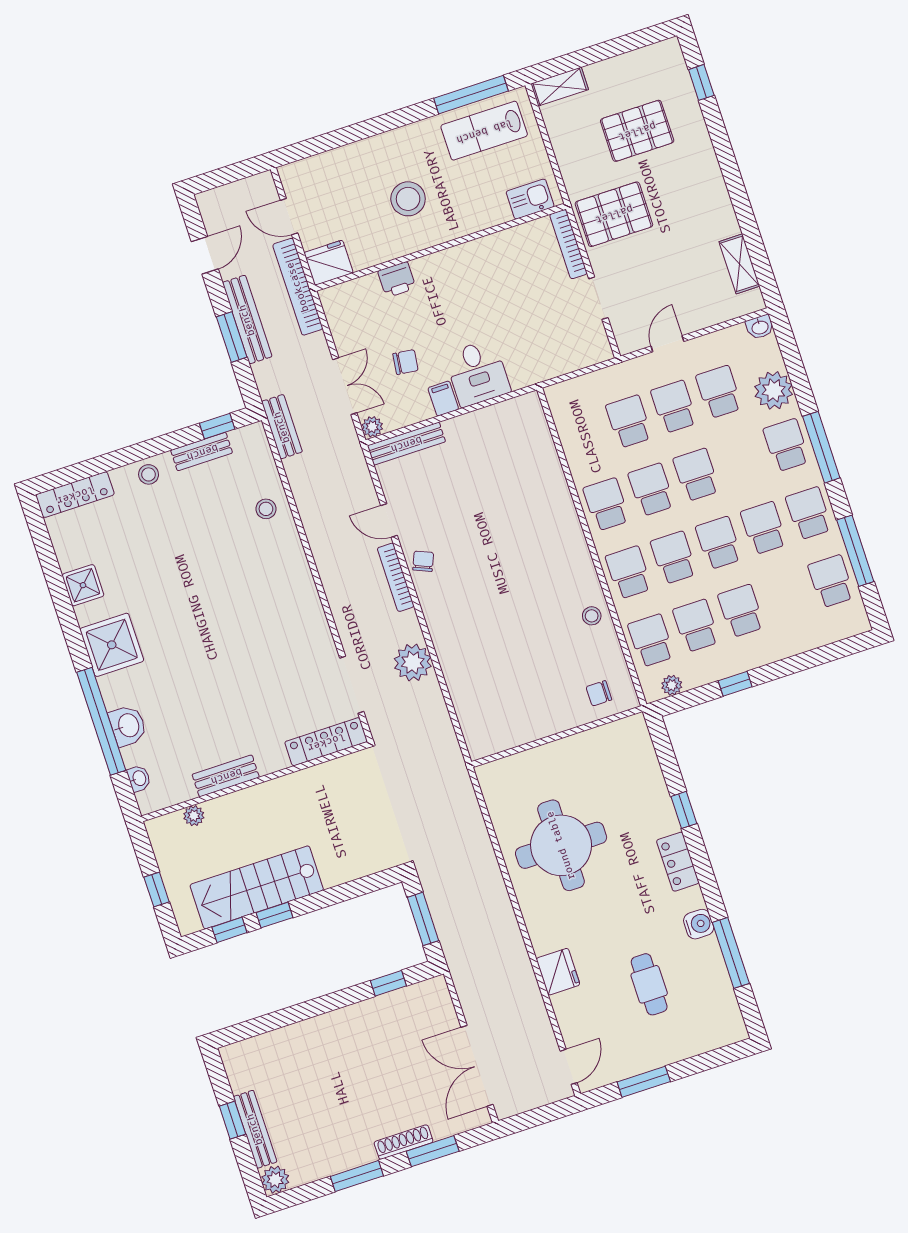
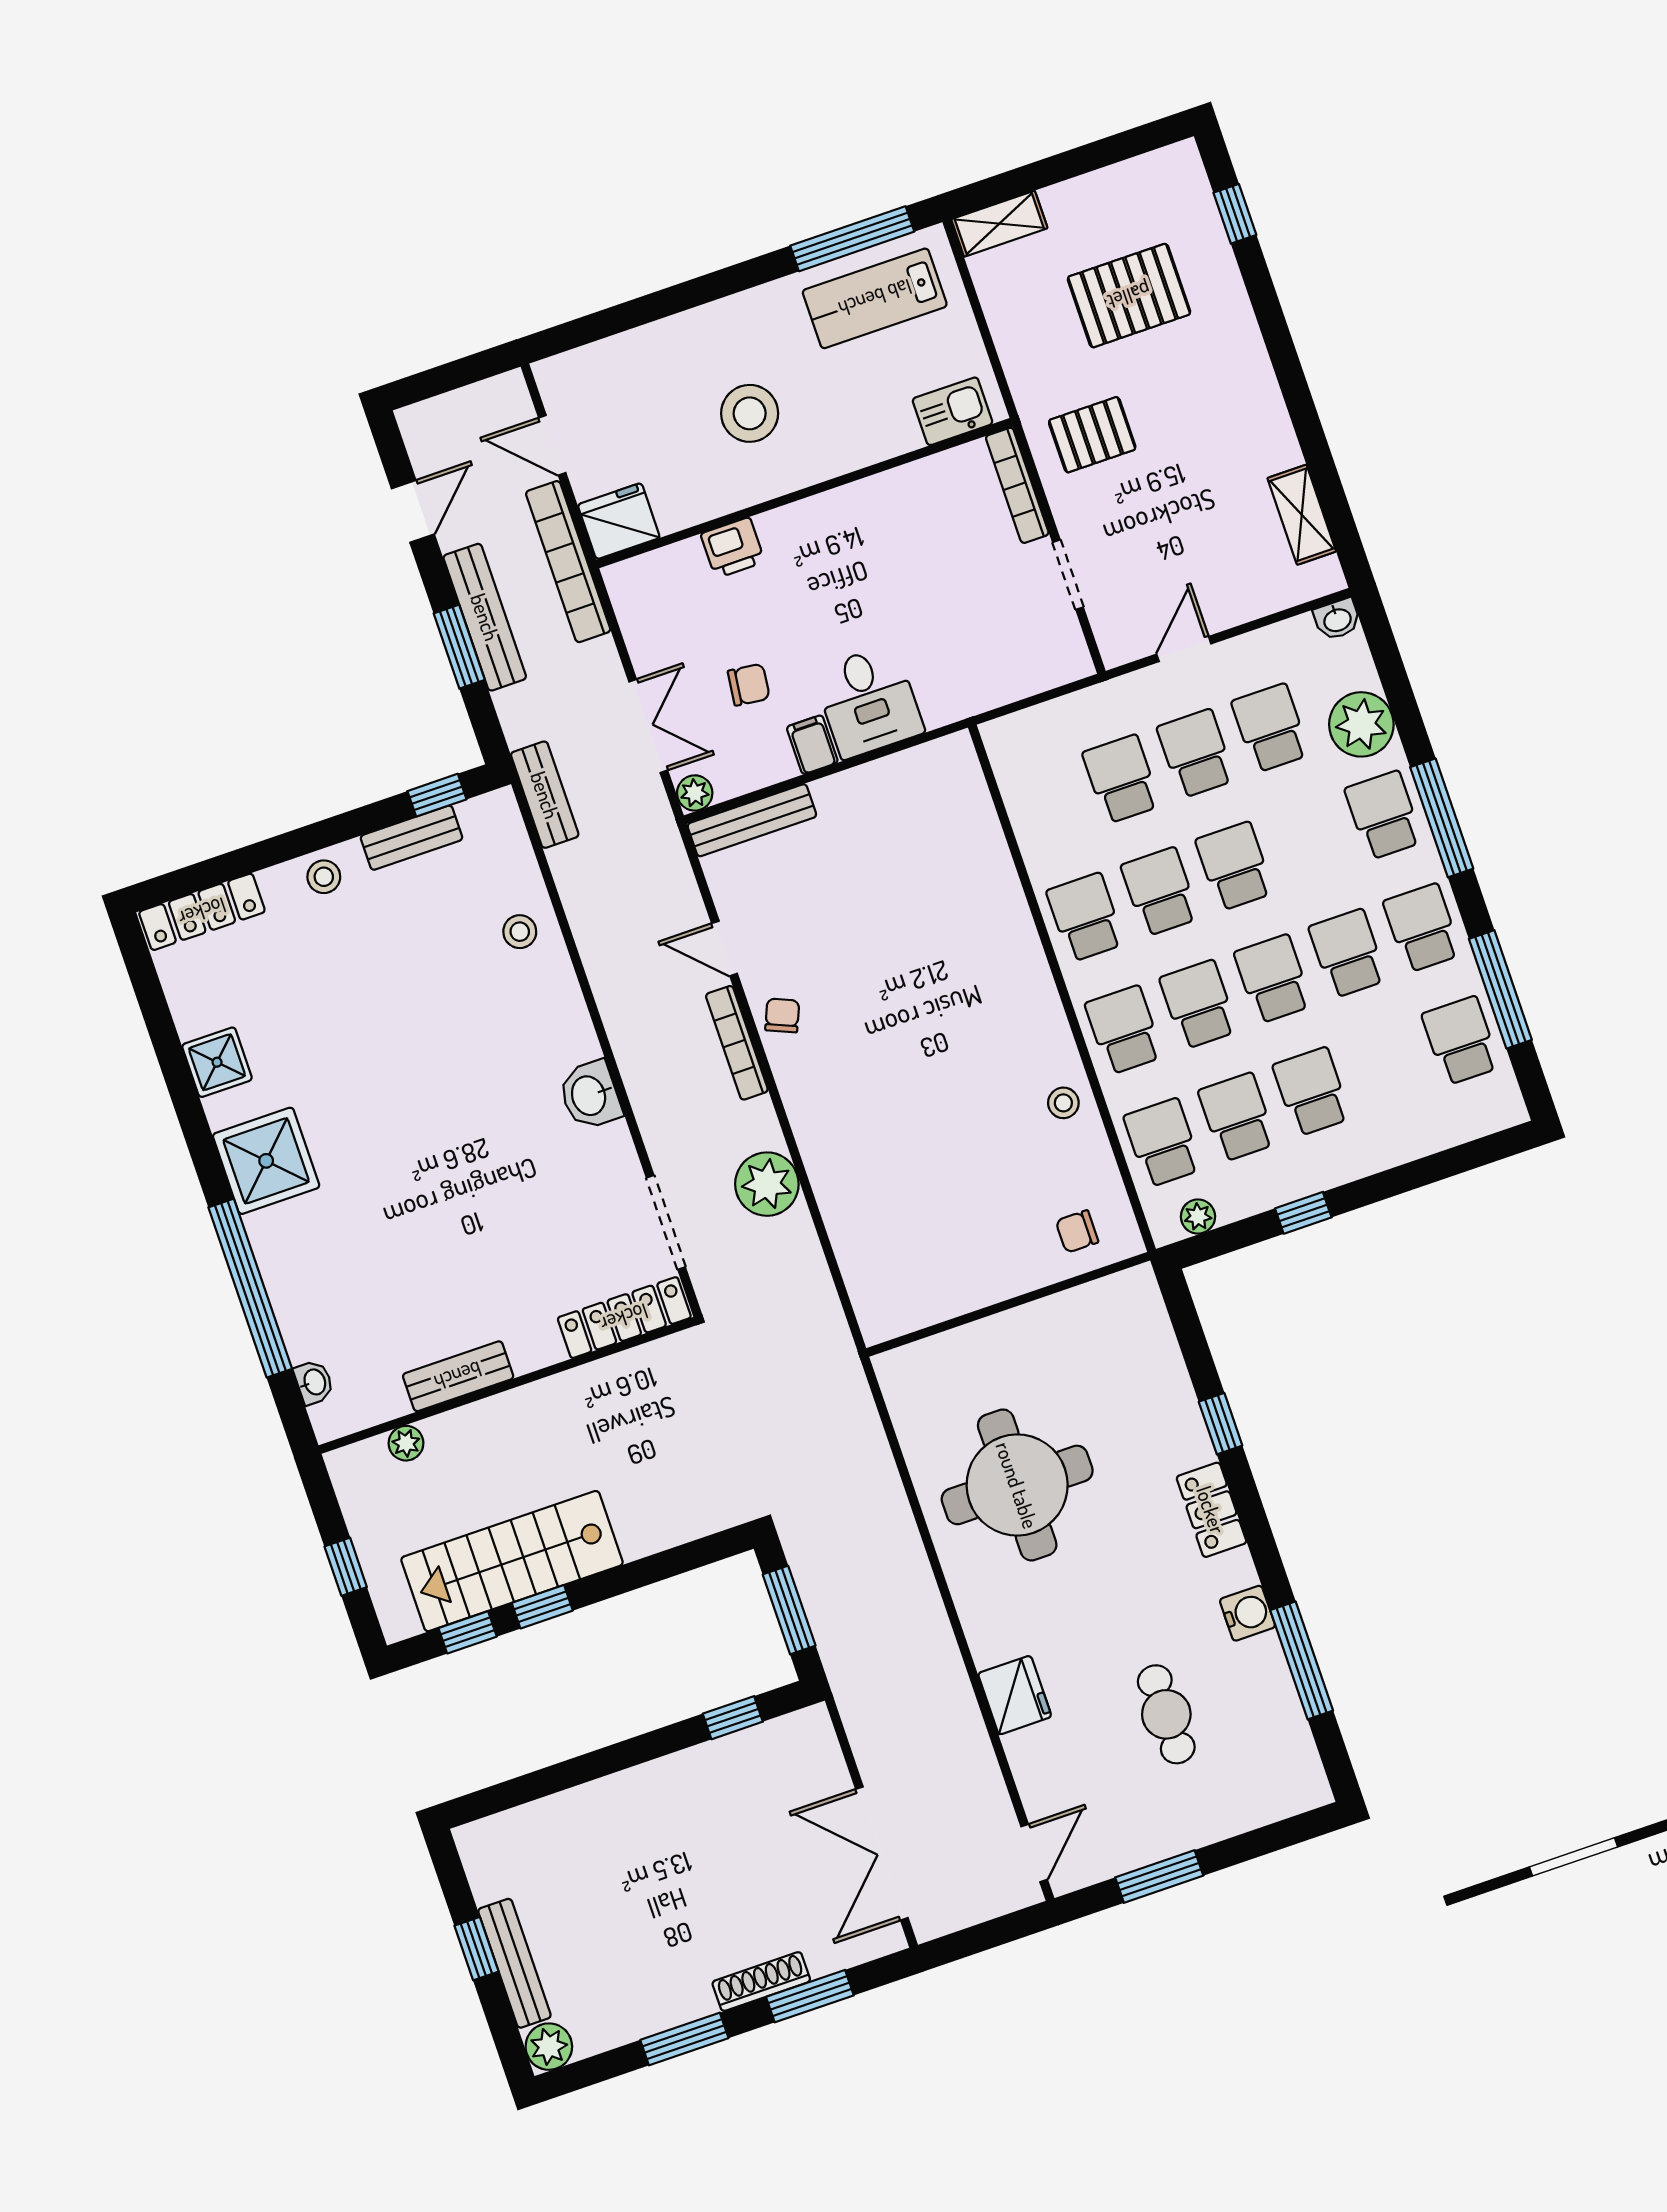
pallet: (614, 214) -> (1092, 435), width x0.67, depth x0.71
washbasin: (128, 726) -> (590, 1095), moved, turned 180

